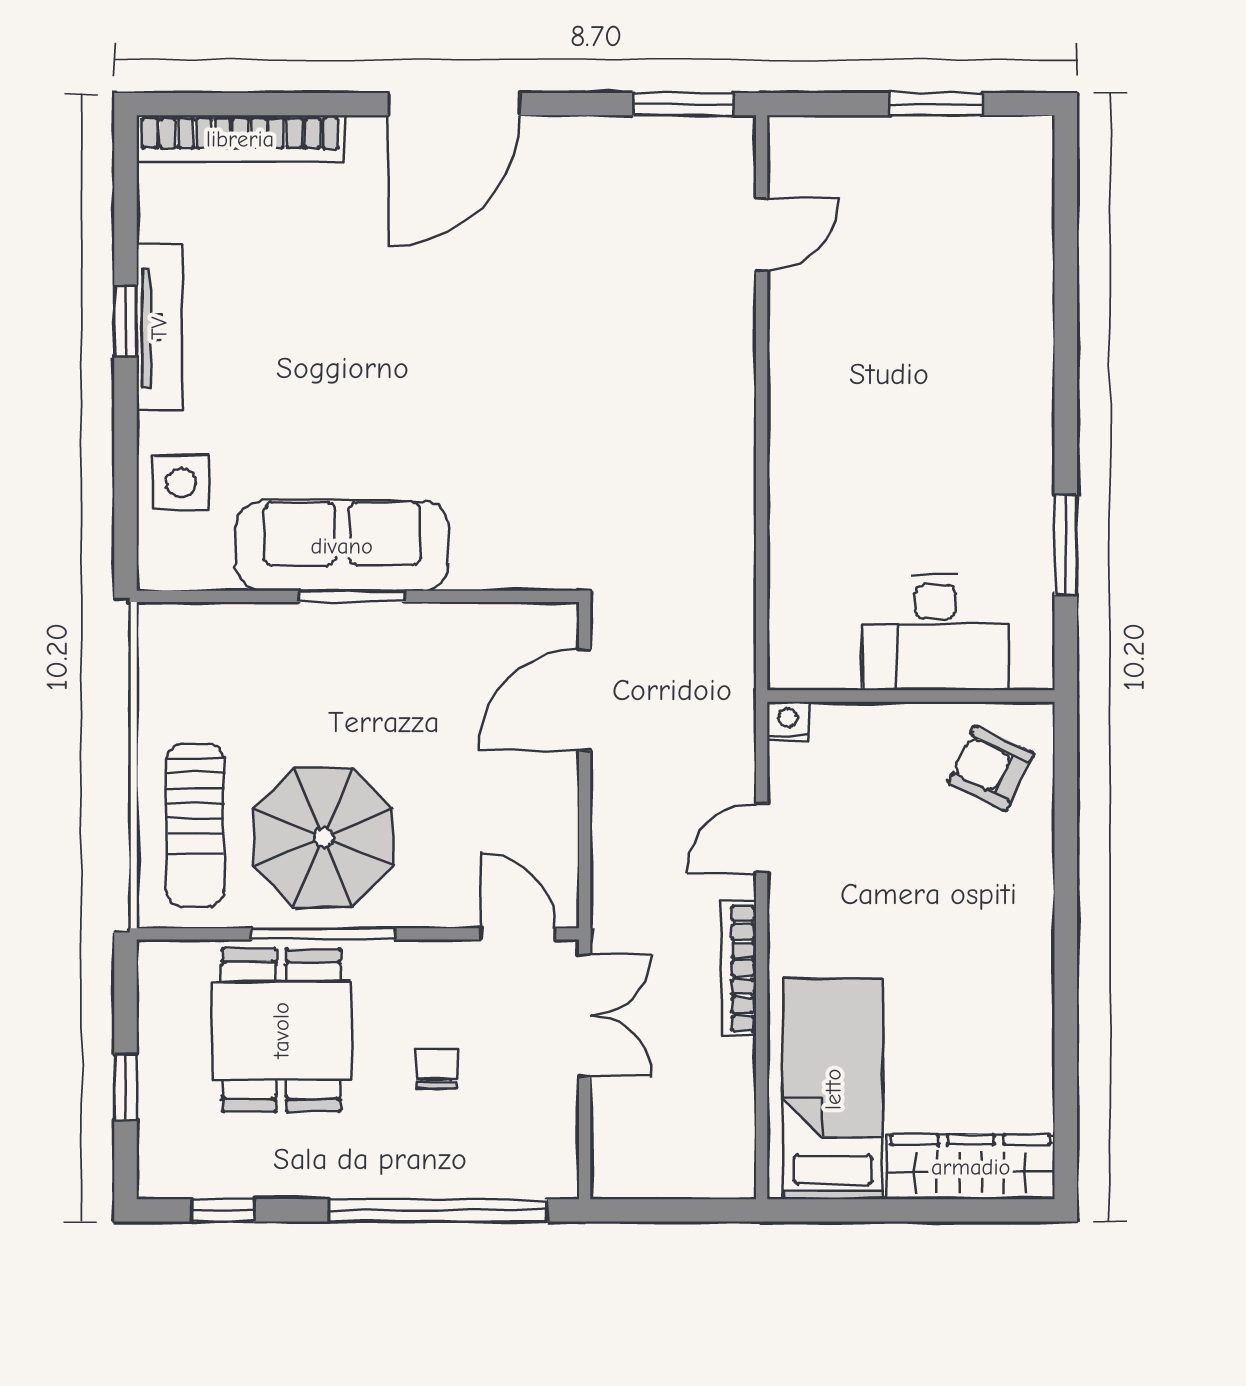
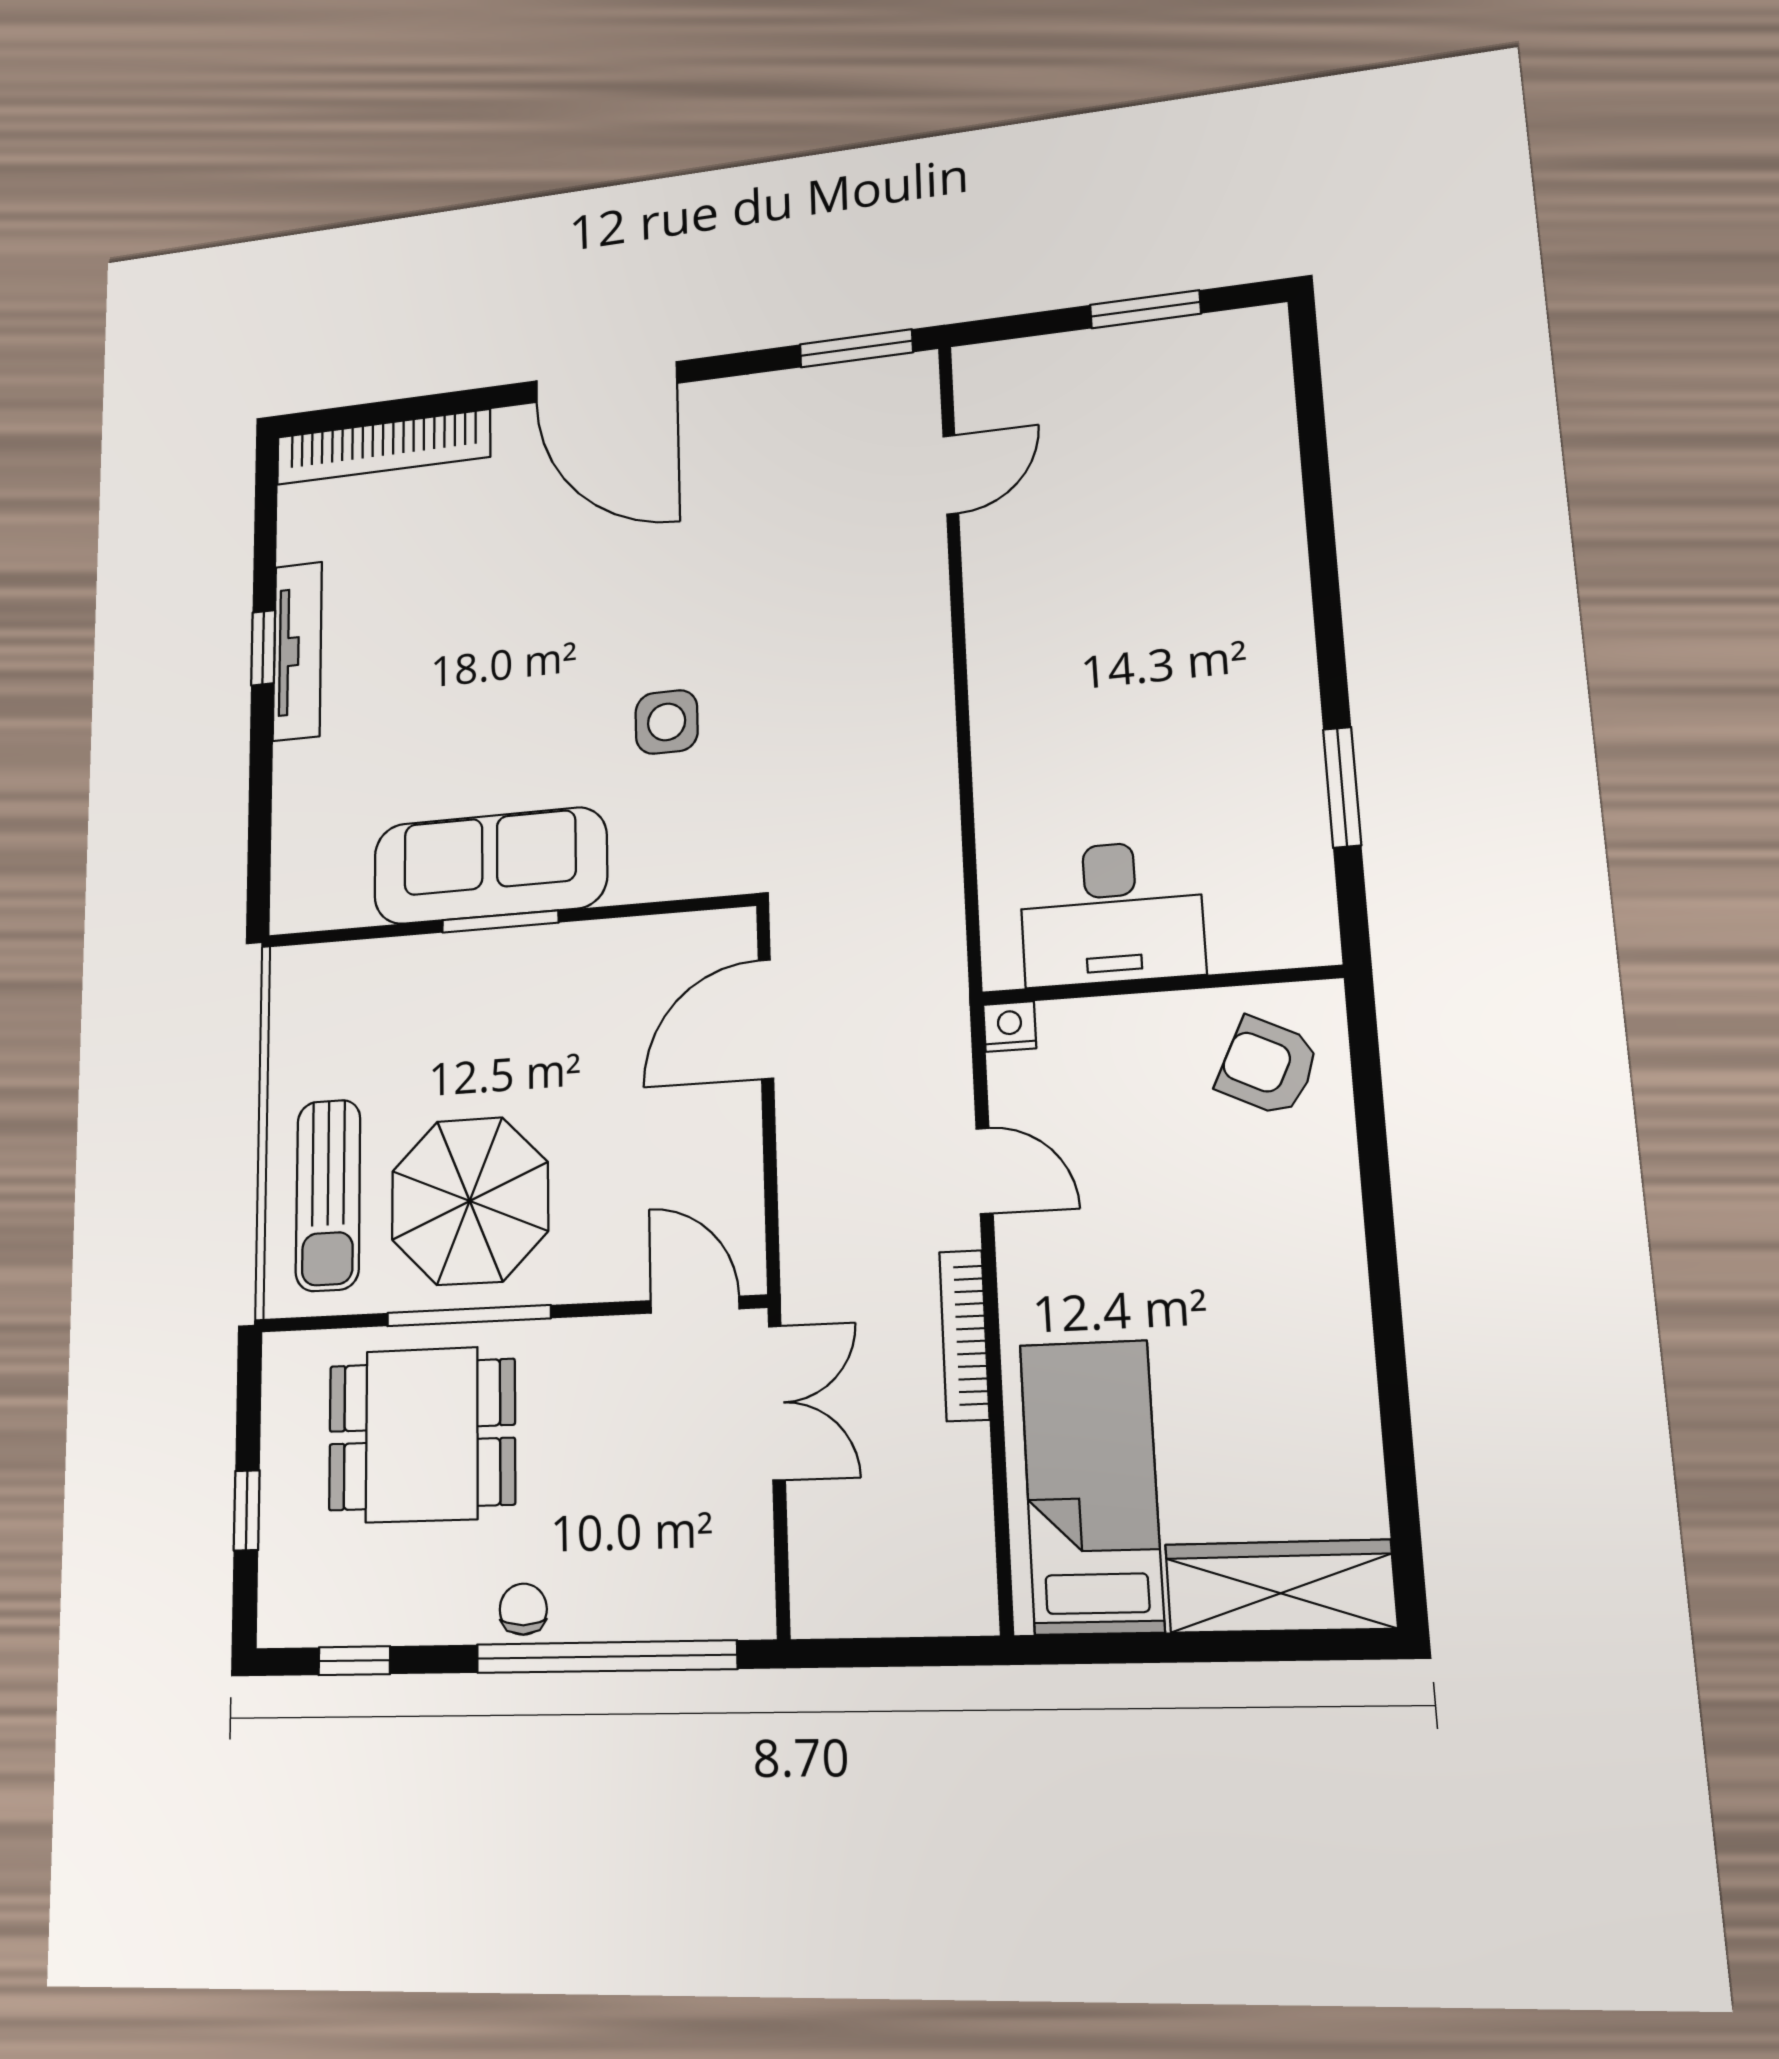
door: (454, 104) -> (606, 382), hinge flipped
side table: (181, 483) -> (667, 722), moved
desk: (935, 633) -> (1111, 913), moved
door: (762, 838) -> (985, 1171), swing flipped
dining table: (281, 1030) -> (422, 1435), turned 90
chair: (437, 1069) -> (523, 1609), moved

